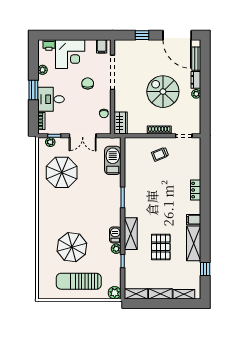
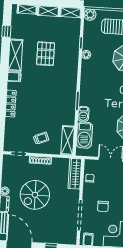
spiral stairs: (163, 92) -> (35, 195), turned 90
wardrobe: (121, 123) -> (75, 174), width x1.50
locker: (196, 190) -> (11, 104), width x1.53
shelving: (131, 234) -> (68, 140), moved
barbecue: (115, 235) -> (83, 114), moved

